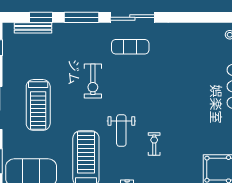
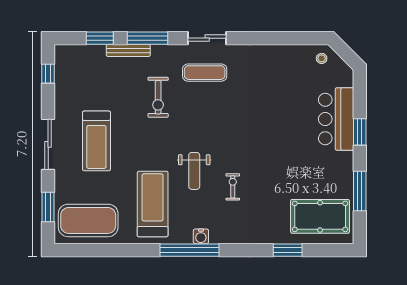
sliding door: (132, 17) -> (207, 38), width x0.73
bench: (33, 28) -> (128, 50), moved
exercise bike: (93, 81) -> (158, 97), moved

